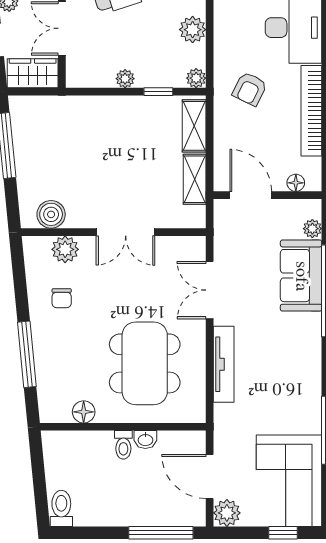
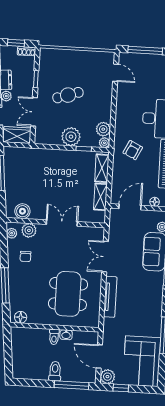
plant: (193, 30) -> (103, 129), moved
plant: (125, 79) -> (71, 137), width x1.88, depth x1.88
door: (251, 195) -> (130, 207), hinge flipped
double door: (126, 232) -> (62, 223), swing flipped
plant: (33, 257) -> (12, 233), added
floor lamp: (84, 412) -> (21, 317), moved
toilet: (61, 508) -> (55, 371), moved
window: (283, 533) -> (121, 388), moved

